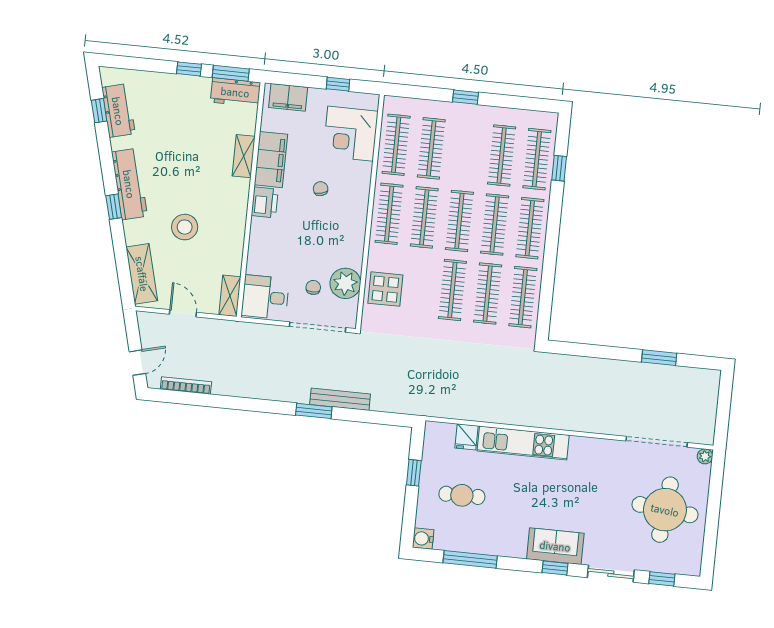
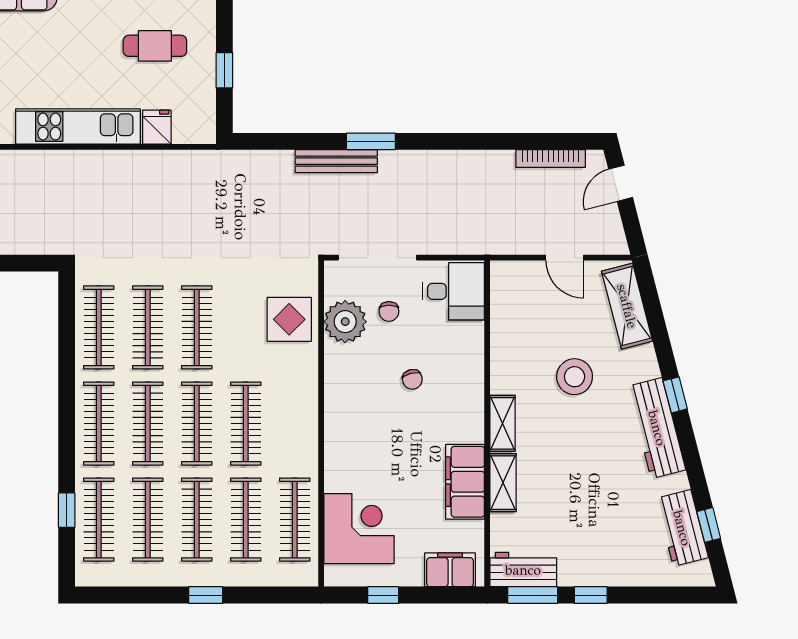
chair: (321, 189) -> (412, 379), moved
printer: (265, 202) -> (468, 422), removed
clothes rail: (389, 214) -> (197, 520), moved
shelving: (230, 296) -> (503, 423), moved

